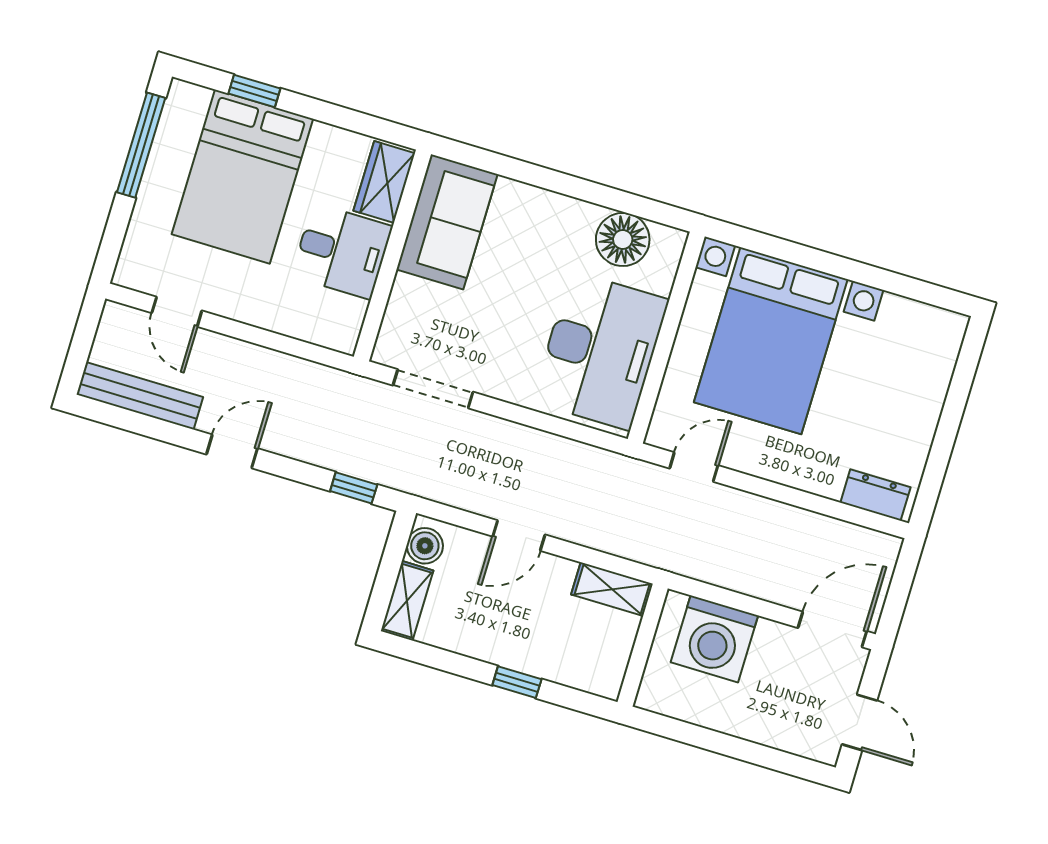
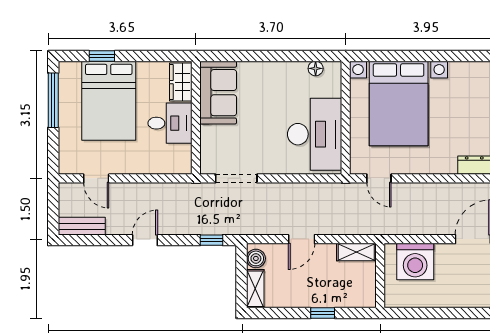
floor lamp: (623, 240) -> (316, 68), width x0.53, depth x0.53
bench: (140, 396) -> (82, 226), width x0.73
door: (694, 467) -> (379, 178), swing flipped

